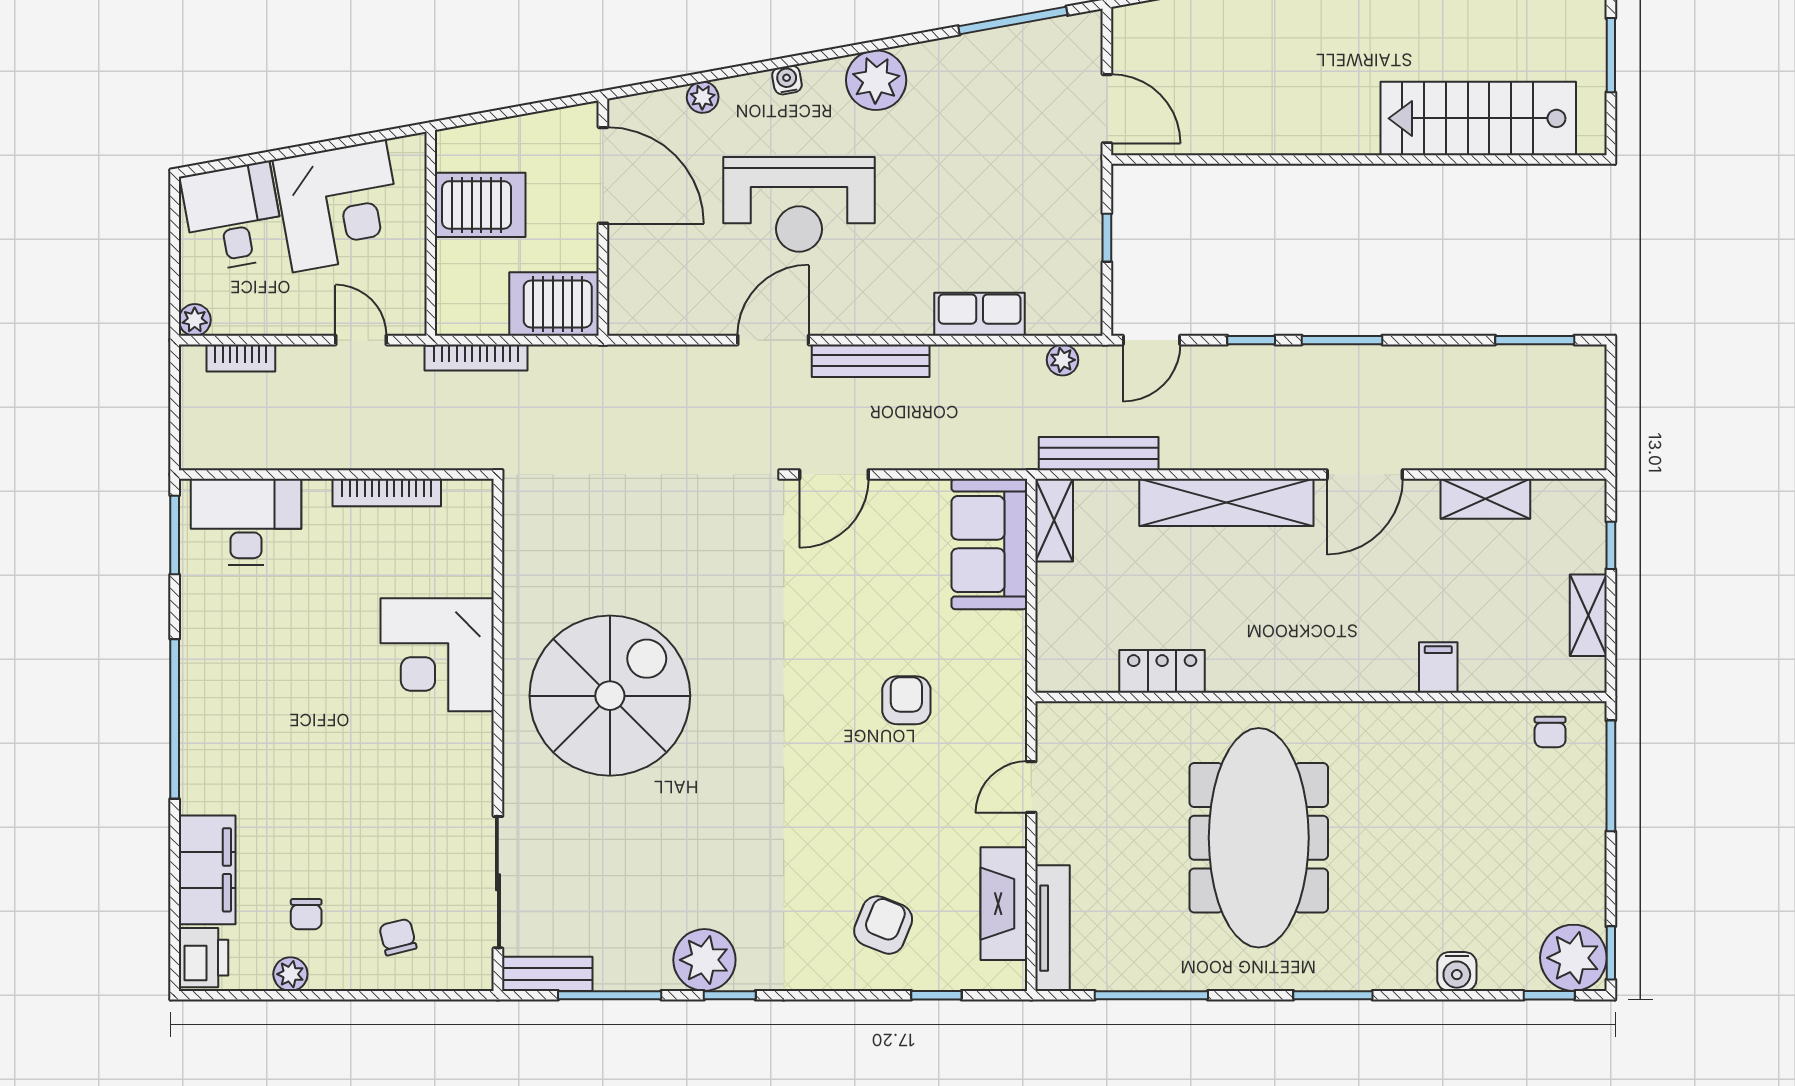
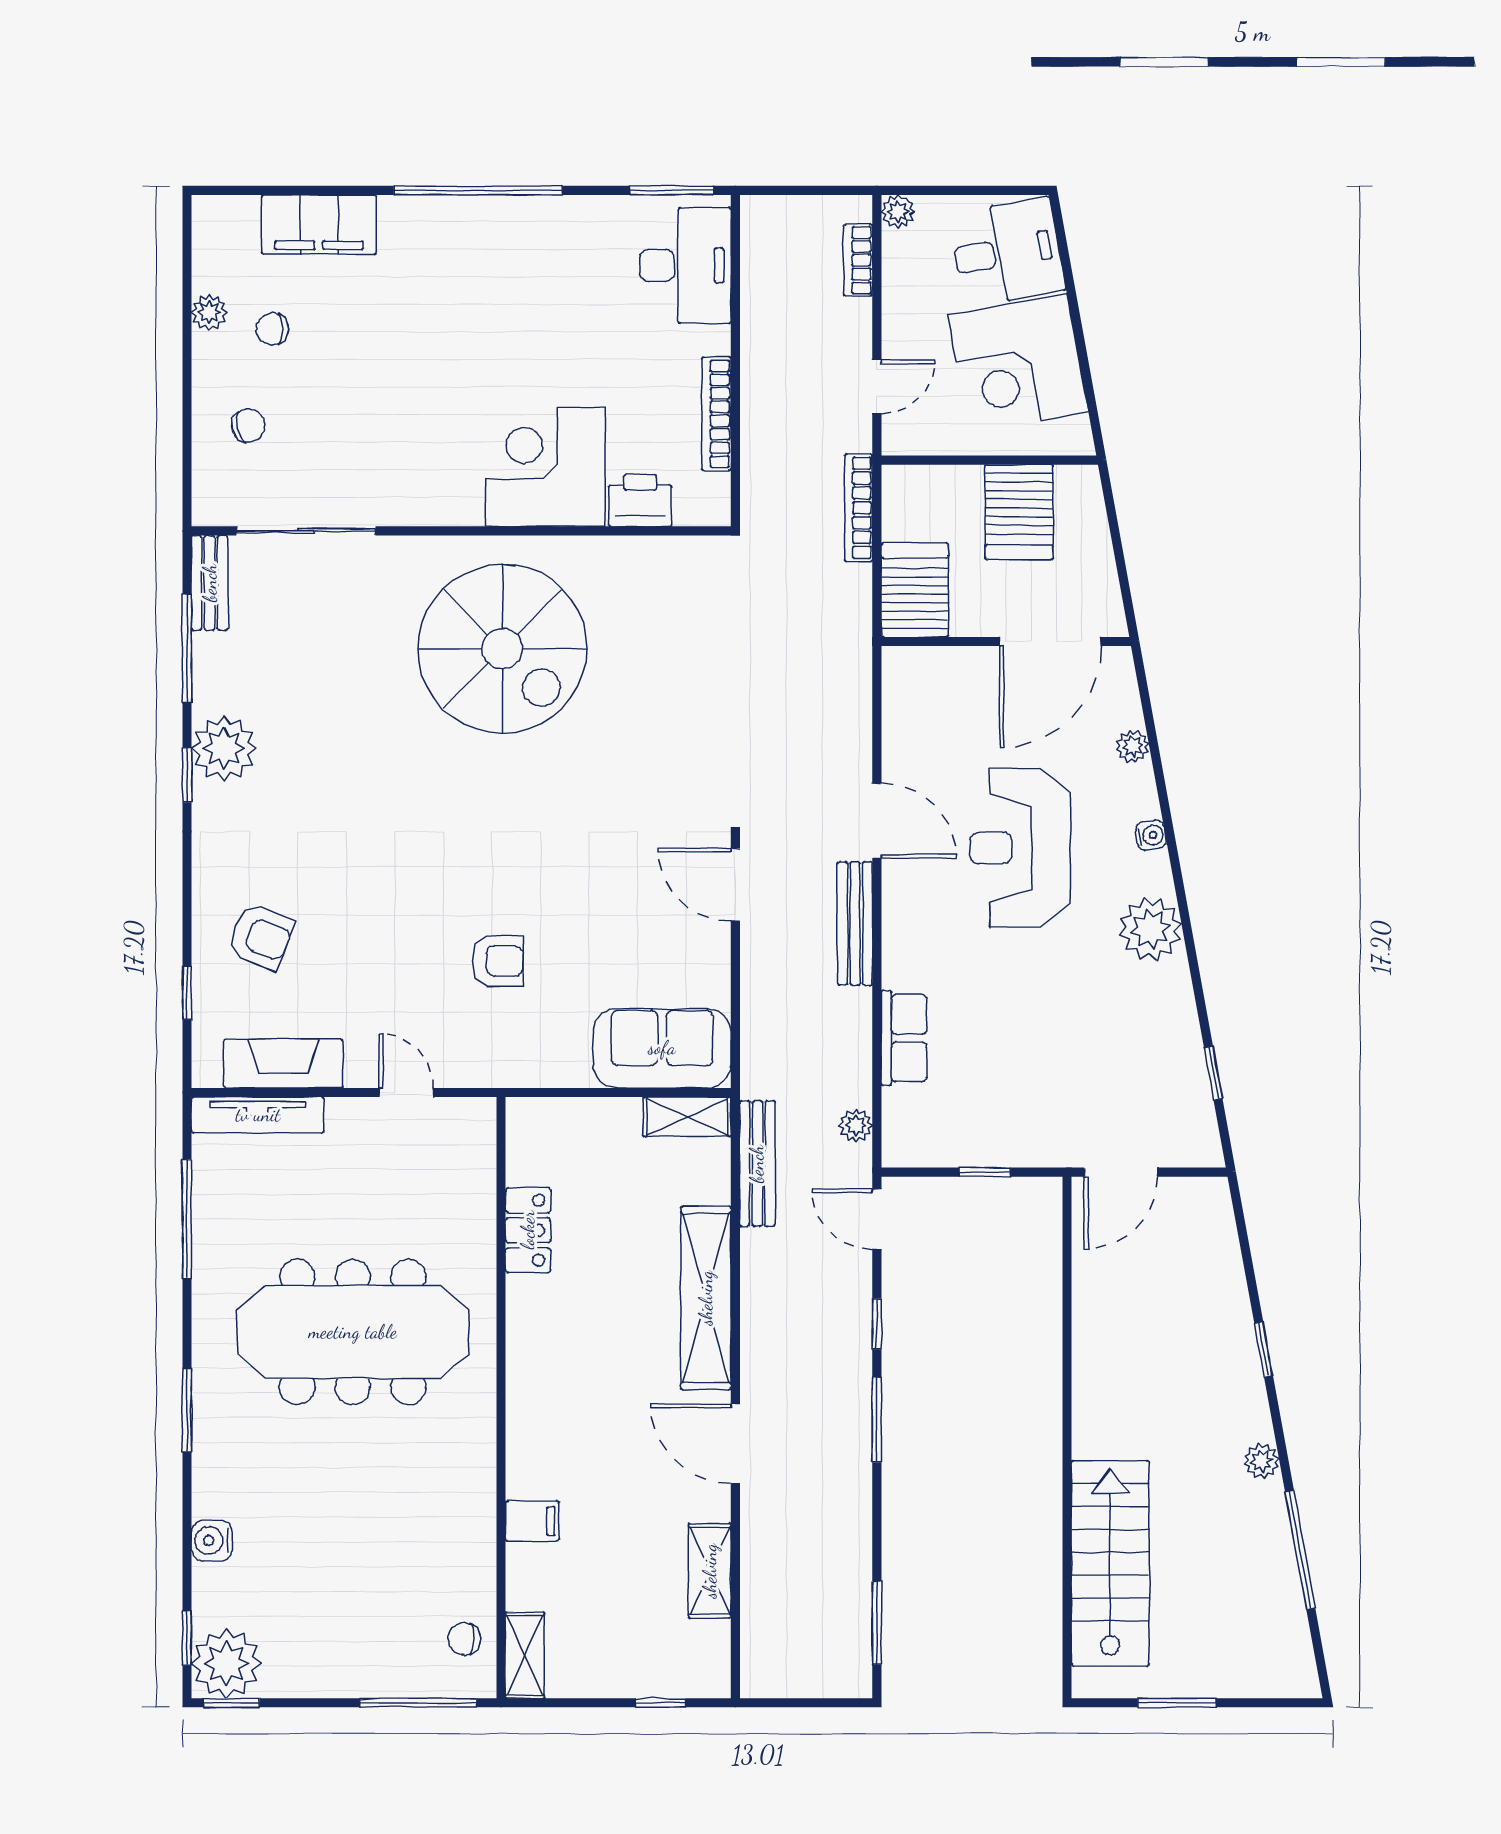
window: (1013, 21) -> (1213, 1073), width x0.46
shelving: (1588, 615) -> (525, 1655), moved, turned 90
printer: (203, 958) -> (640, 500), moved, turned 180

